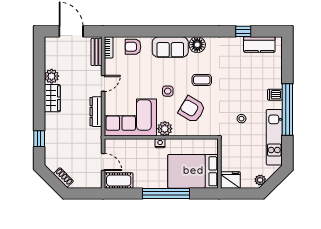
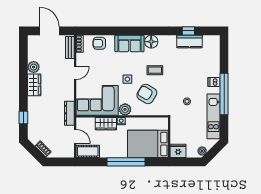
kitchen counter: (259, 45) -> (190, 41), moved
dresser: (96, 112) -> (69, 113), moved
wardrobe: (141, 146) -> (106, 124), added

